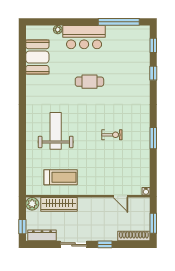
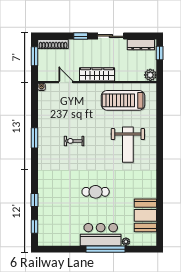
window: (119, 22) -> (105, 249), moved
treadmill: (61, 177) -> (123, 100), width x1.37, depth x1.38
wardrobe: (59, 204) -> (97, 74), moved

